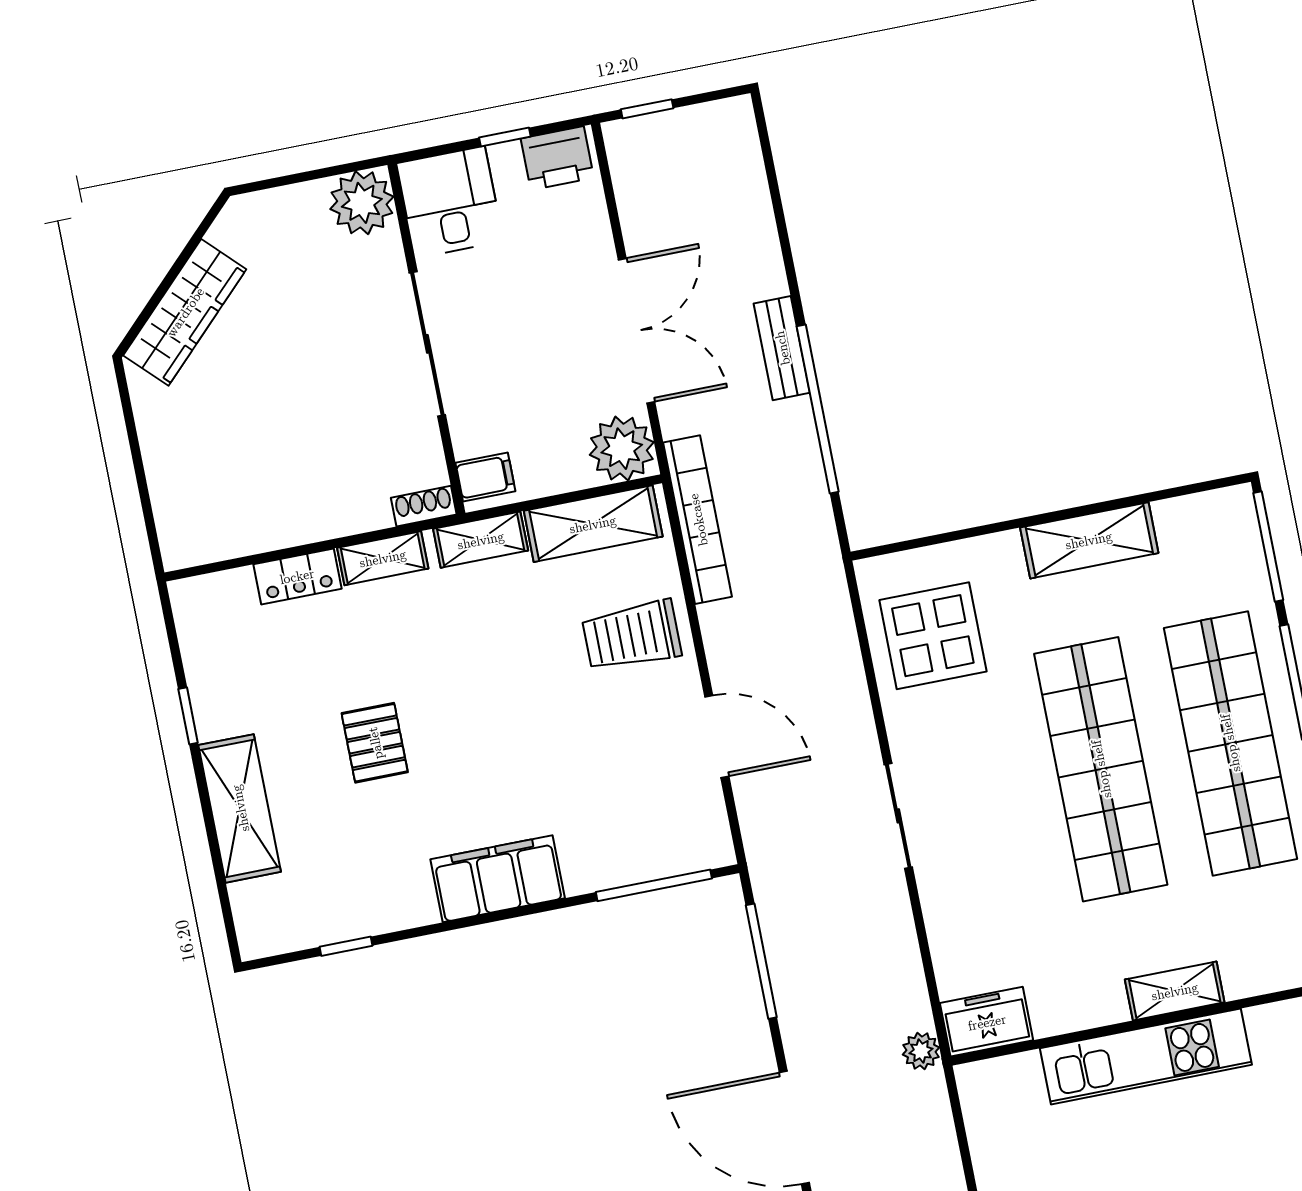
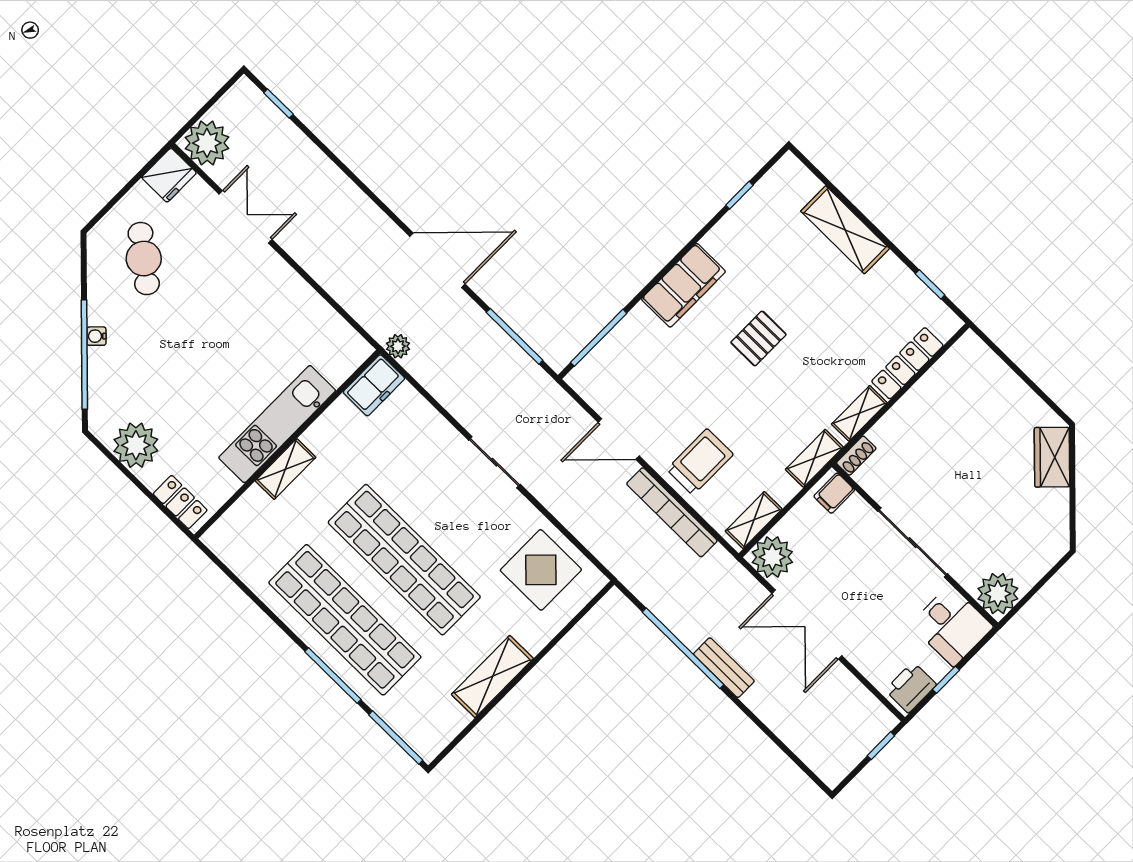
wardrobe: (185, 312) -> (1052, 457), width x0.67
bookcase: (698, 520) -> (672, 512), moved
shelving: (593, 524) -> (754, 520), width x0.67, depth x0.75
locker: (297, 576) -> (907, 363), width x1.53
window: (188, 716) -> (930, 284), moved
pallet: (375, 743) -> (758, 338), moved, turned 90

